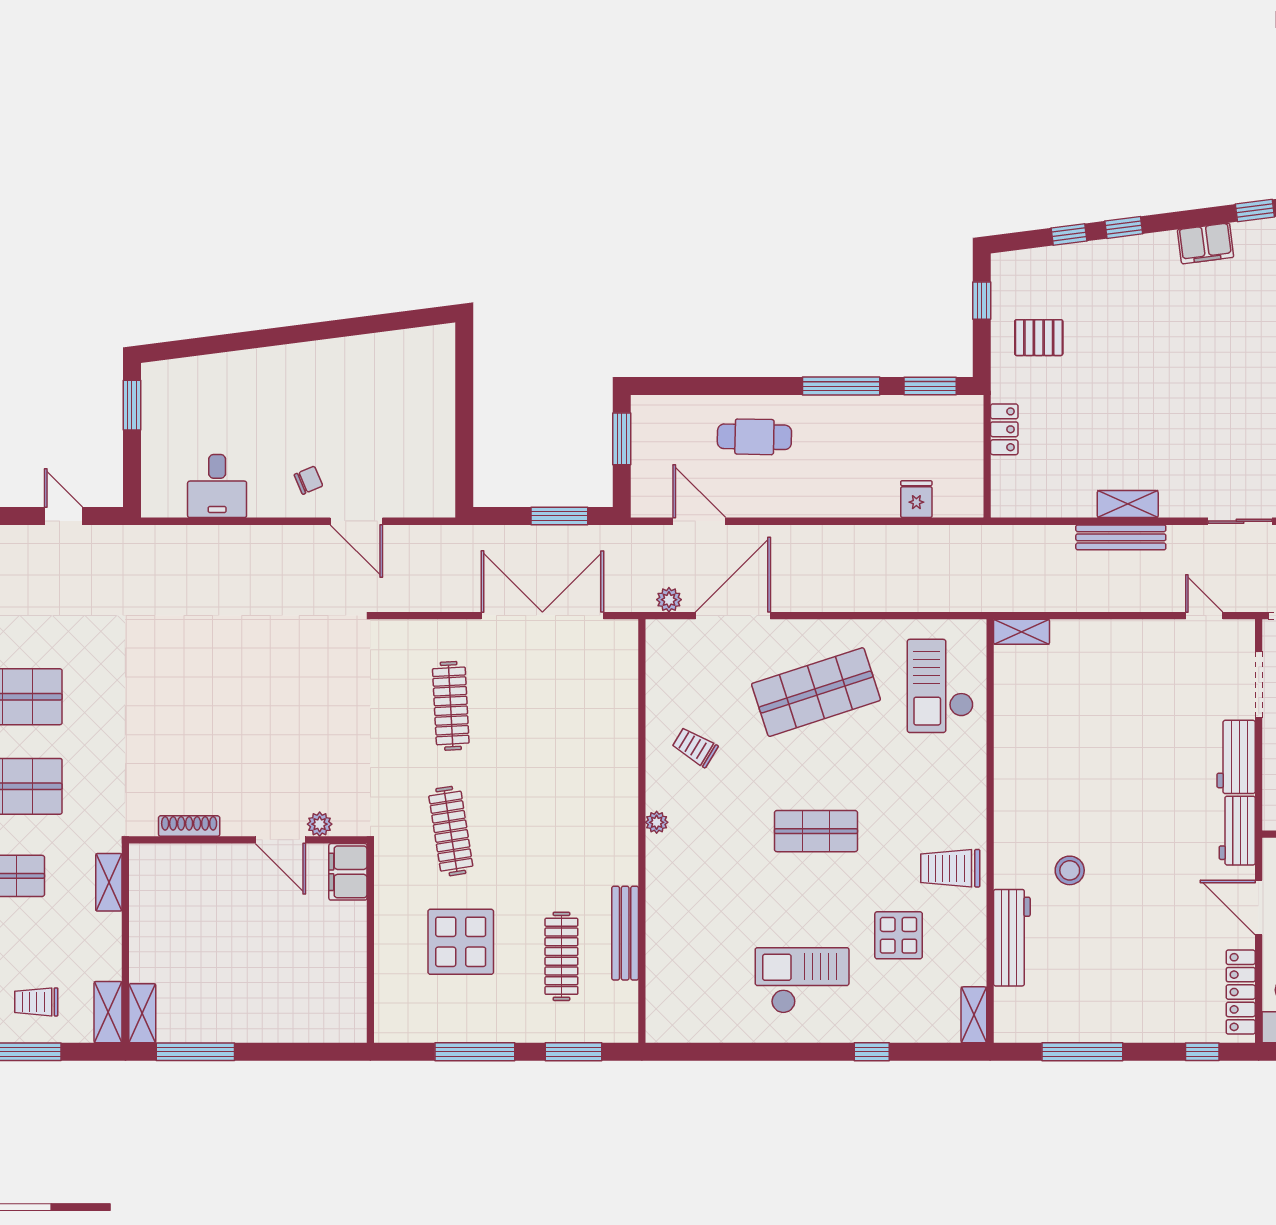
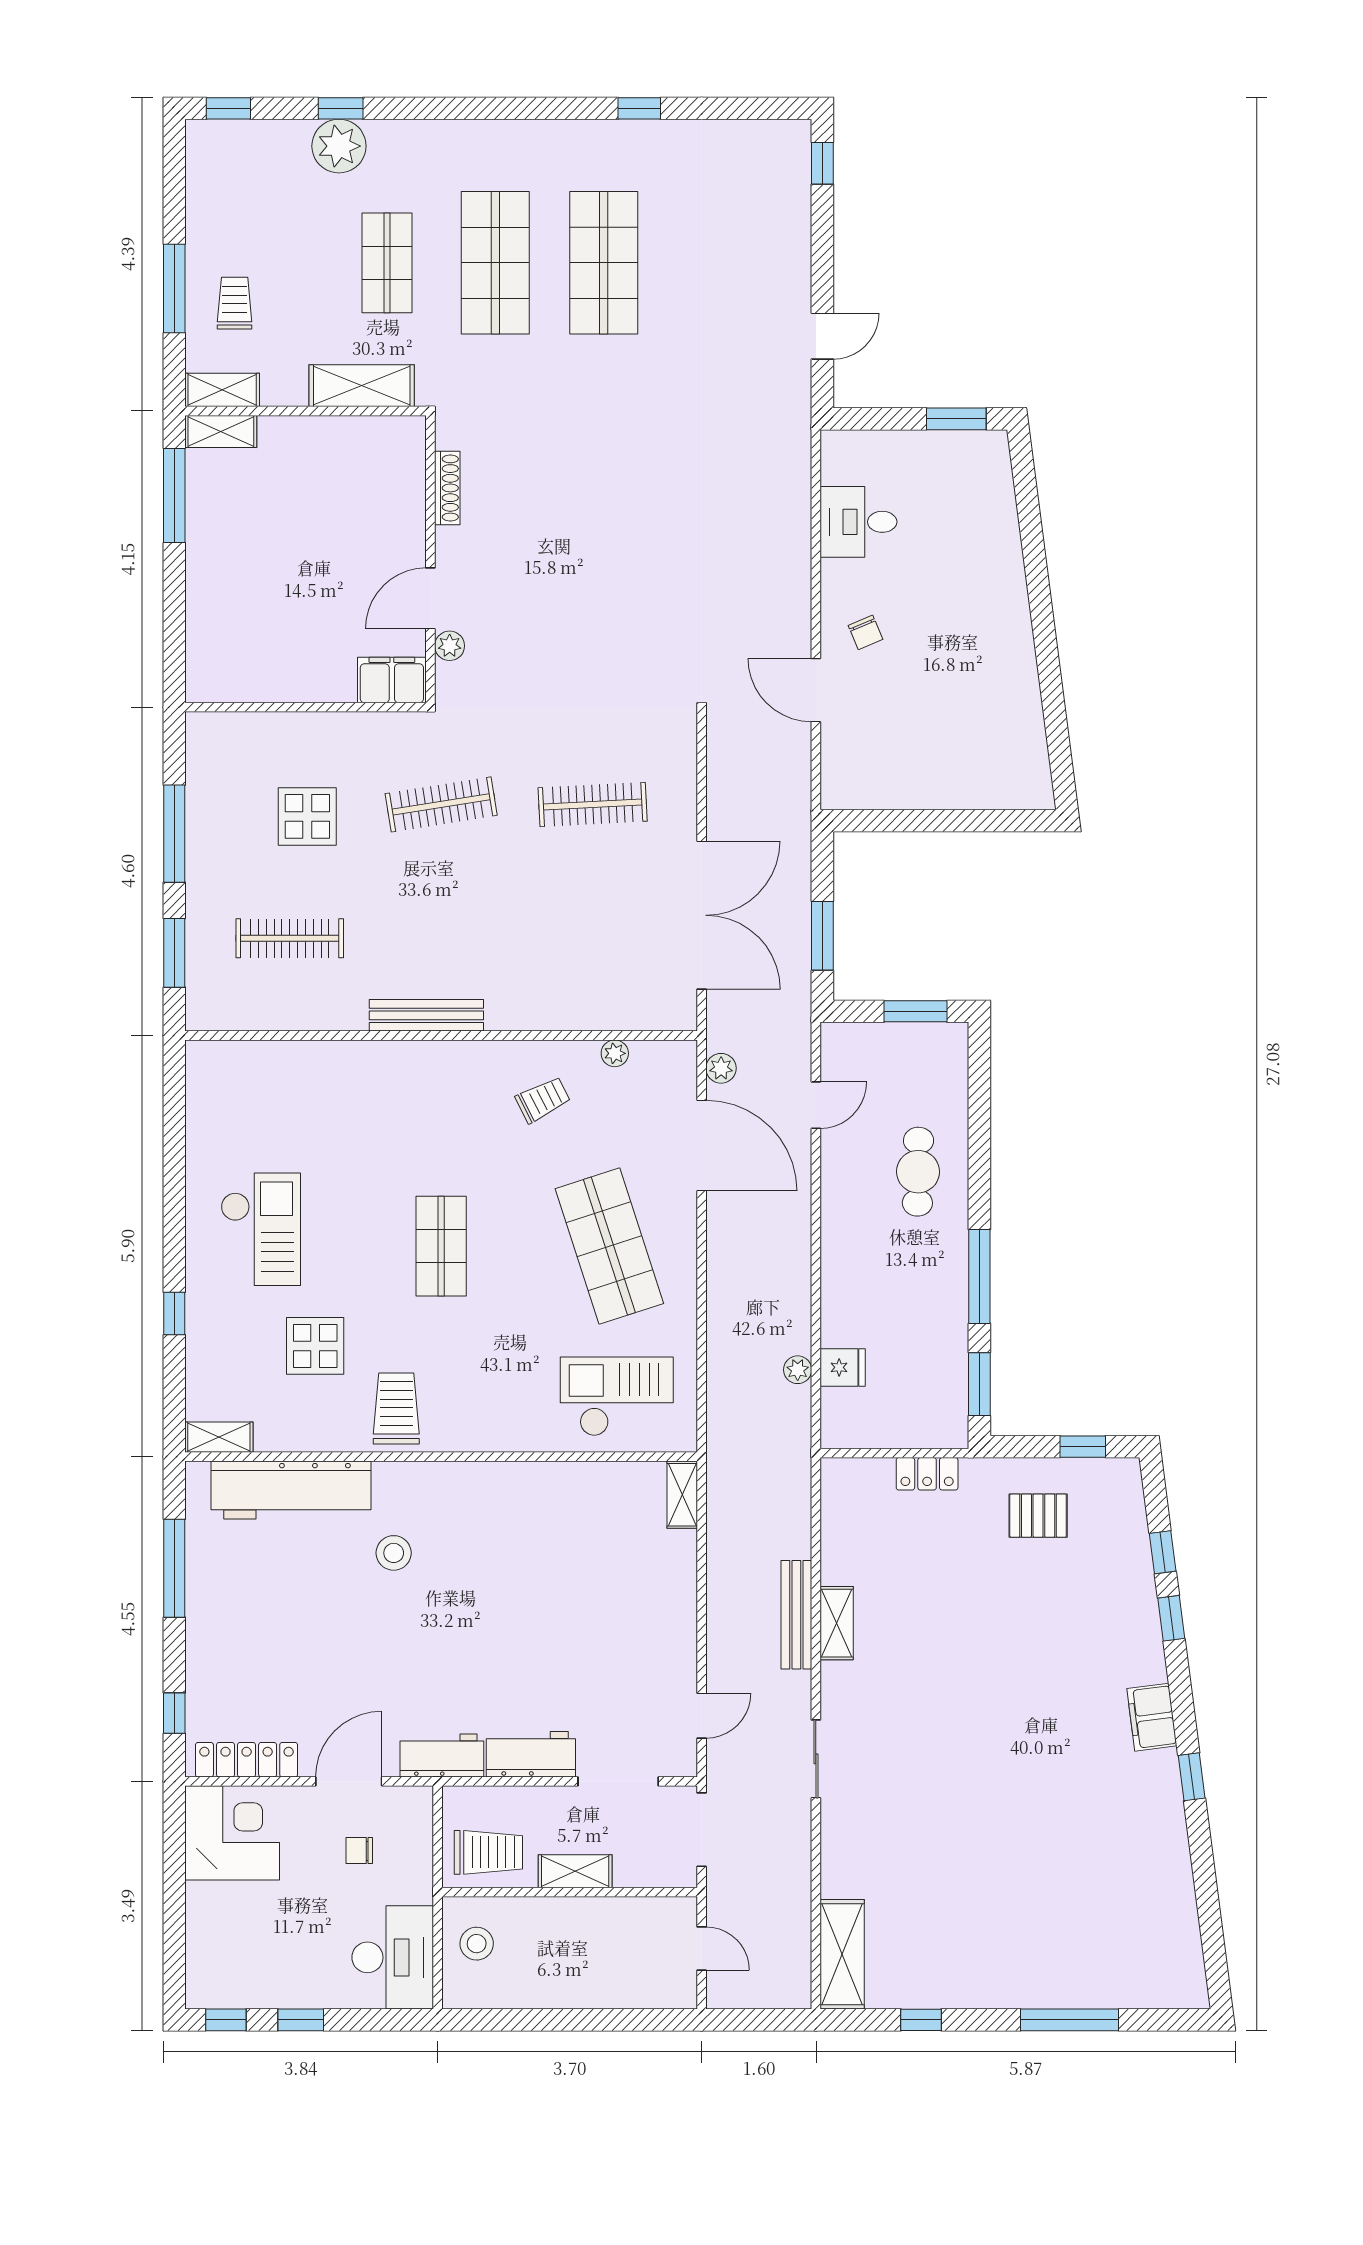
pallet: (1039, 338) -> (1038, 1516), turned 90
door: (356, 521) -> (816, 690), hinge flipped
door: (699, 521) -> (816, 1105), width x0.73
plant: (918, 536) -> (798, 1370), added
trolley: (695, 747) -> (543, 1100), turned 32
plant: (657, 822) -> (615, 1053), moved
shelving: (109, 882) -> (362, 386), width x1.50, depth x1.33
bench: (625, 933) -> (426, 1015), moved
workbench: (1012, 938) -> (291, 1490), width x1.36, depth x1.32
display table: (461, 942) -> (307, 816), width x0.73, depth x0.73

